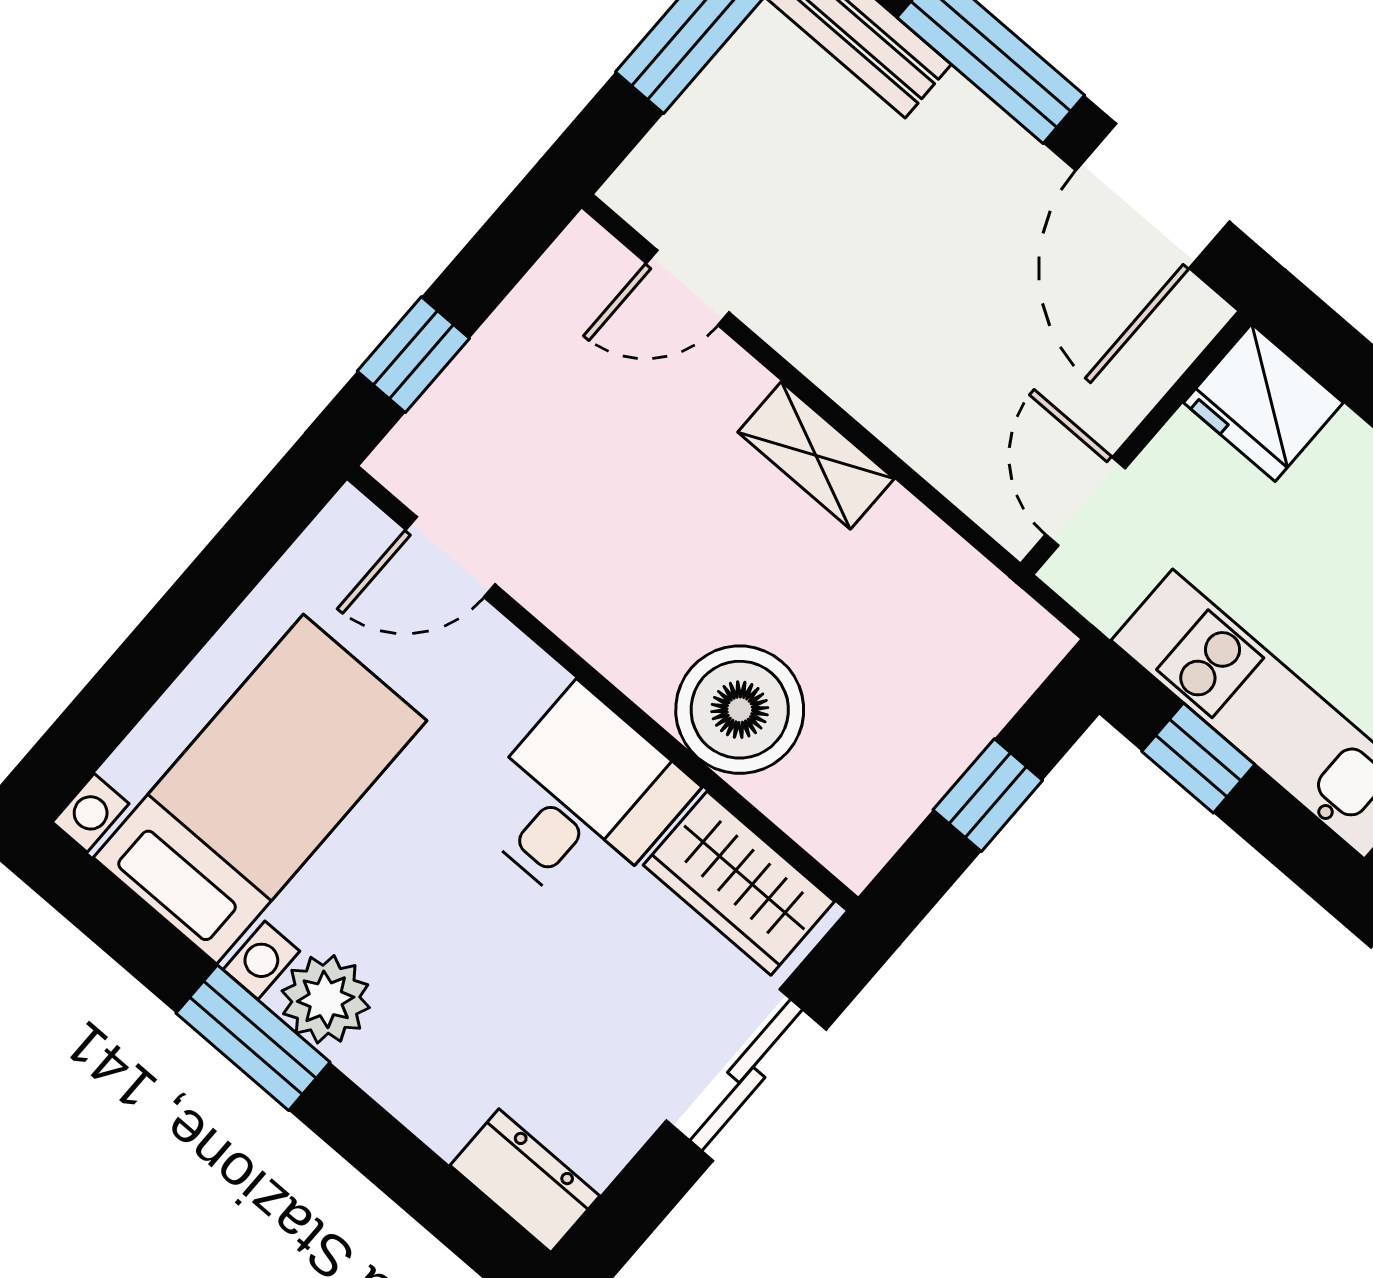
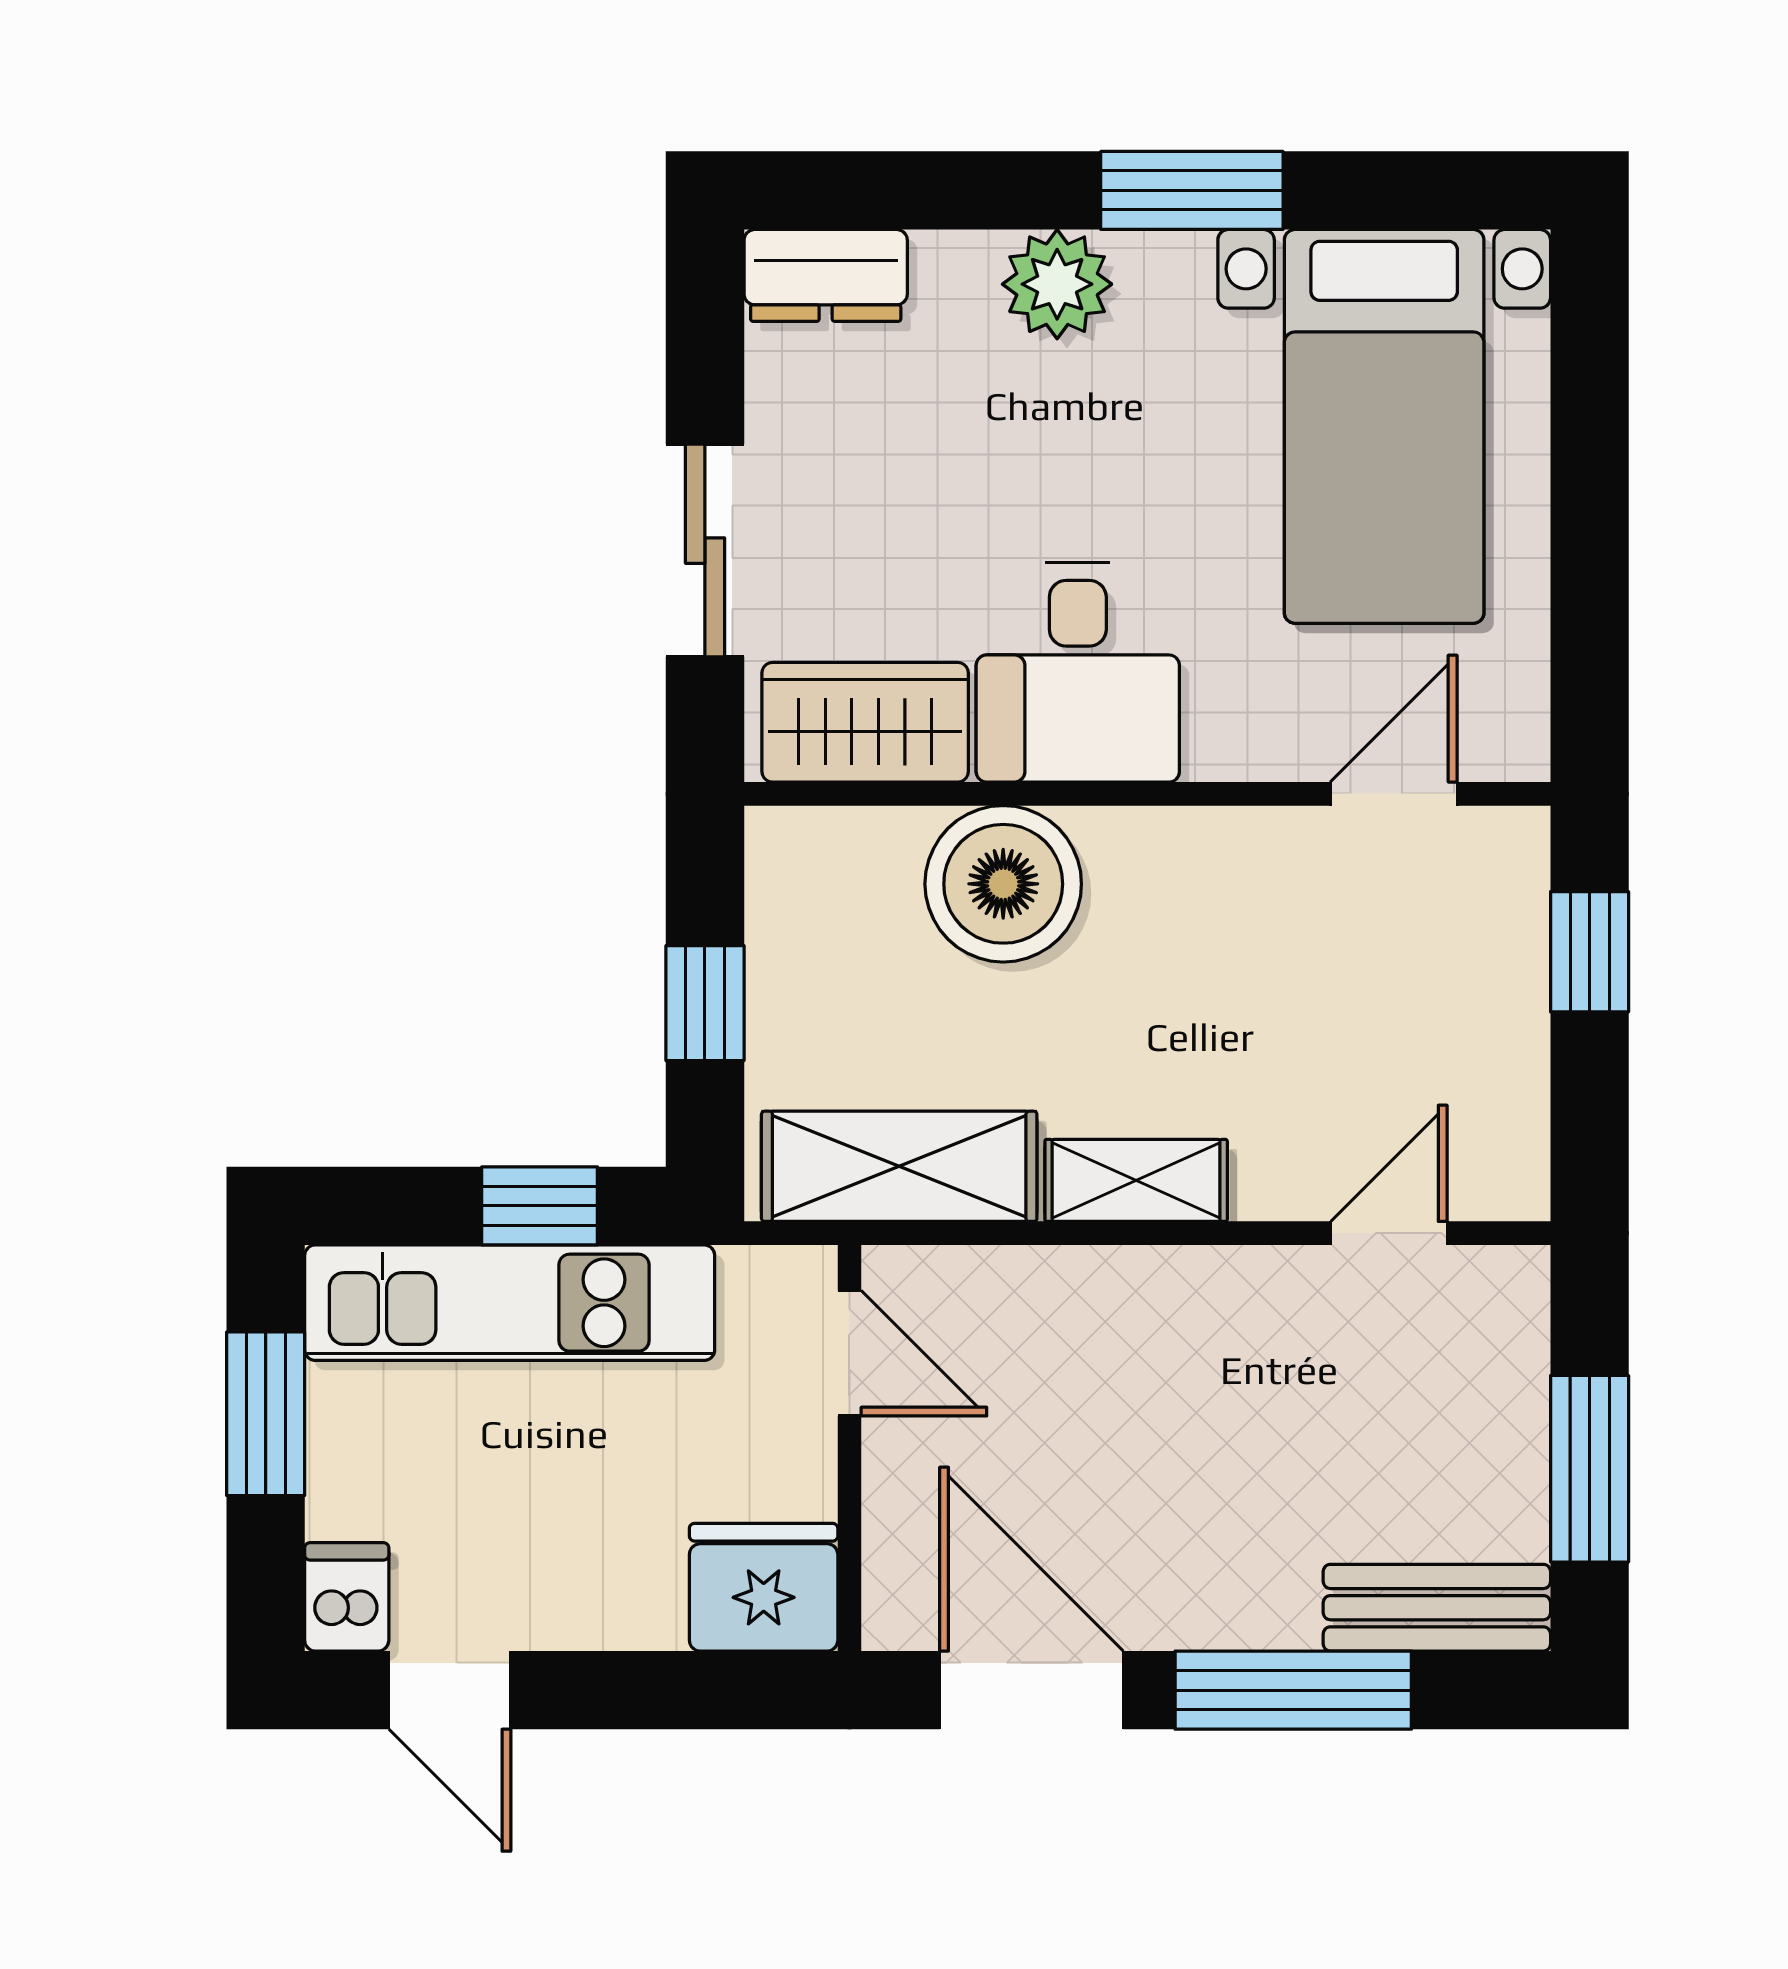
shelving: (955, 590) -> (899, 1166), added
plant: (326, 999) -> (1057, 284), moved

